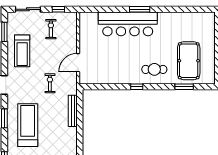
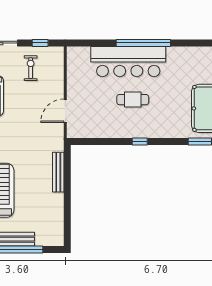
window: (140, 9) -> (143, 43), width x2.11
cafe table: (154, 69) -> (133, 100), moved
exercise bike: (50, 83) -> (29, 137), removed

